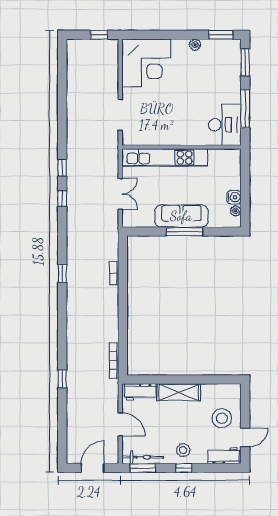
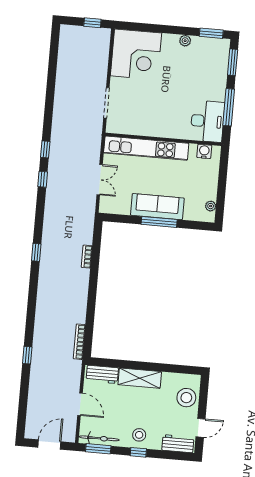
water cooler: (234, 197) -> (204, 151), moved, turned -90
stool: (222, 418) -> (186, 398), moved

